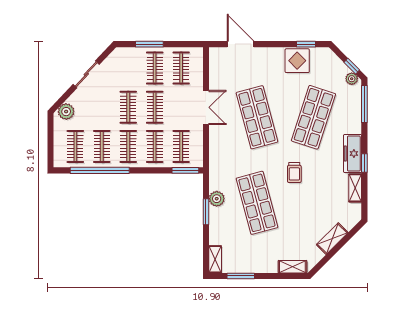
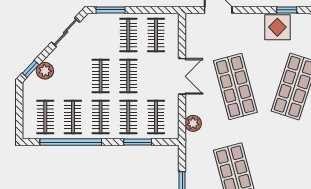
window: (149, 44) -> (110, 10), moved
sliding door: (86, 74) -> (66, 32), moved
window: (61, 101) -> (31, 69), added
plant: (66, 112) -> (45, 71), moved
window: (185, 170) -> (138, 142), moved
trolley: (294, 172) -> (274, 144), removed
plant: (217, 199) -> (193, 123), moved

